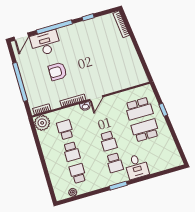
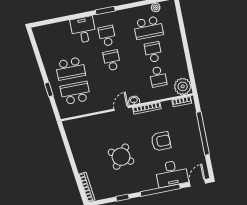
round table: (93, 54) -> (121, 157), added
school desk: (78, 173) -> (148, 28), width x1.85

